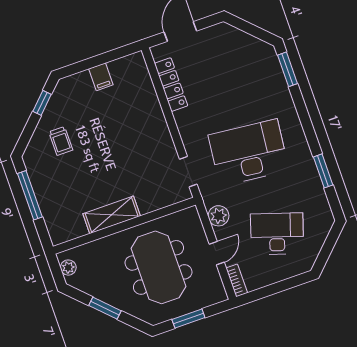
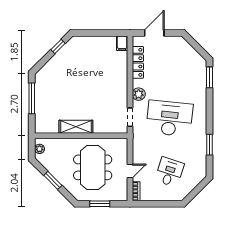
filing cabinet: (101, 77) -> (122, 43), moved
trolley: (61, 141) -> (61, 73), removed
plant: (218, 216) -> (139, 94), moved
desk: (277, 234) -> (169, 172), width x0.73

